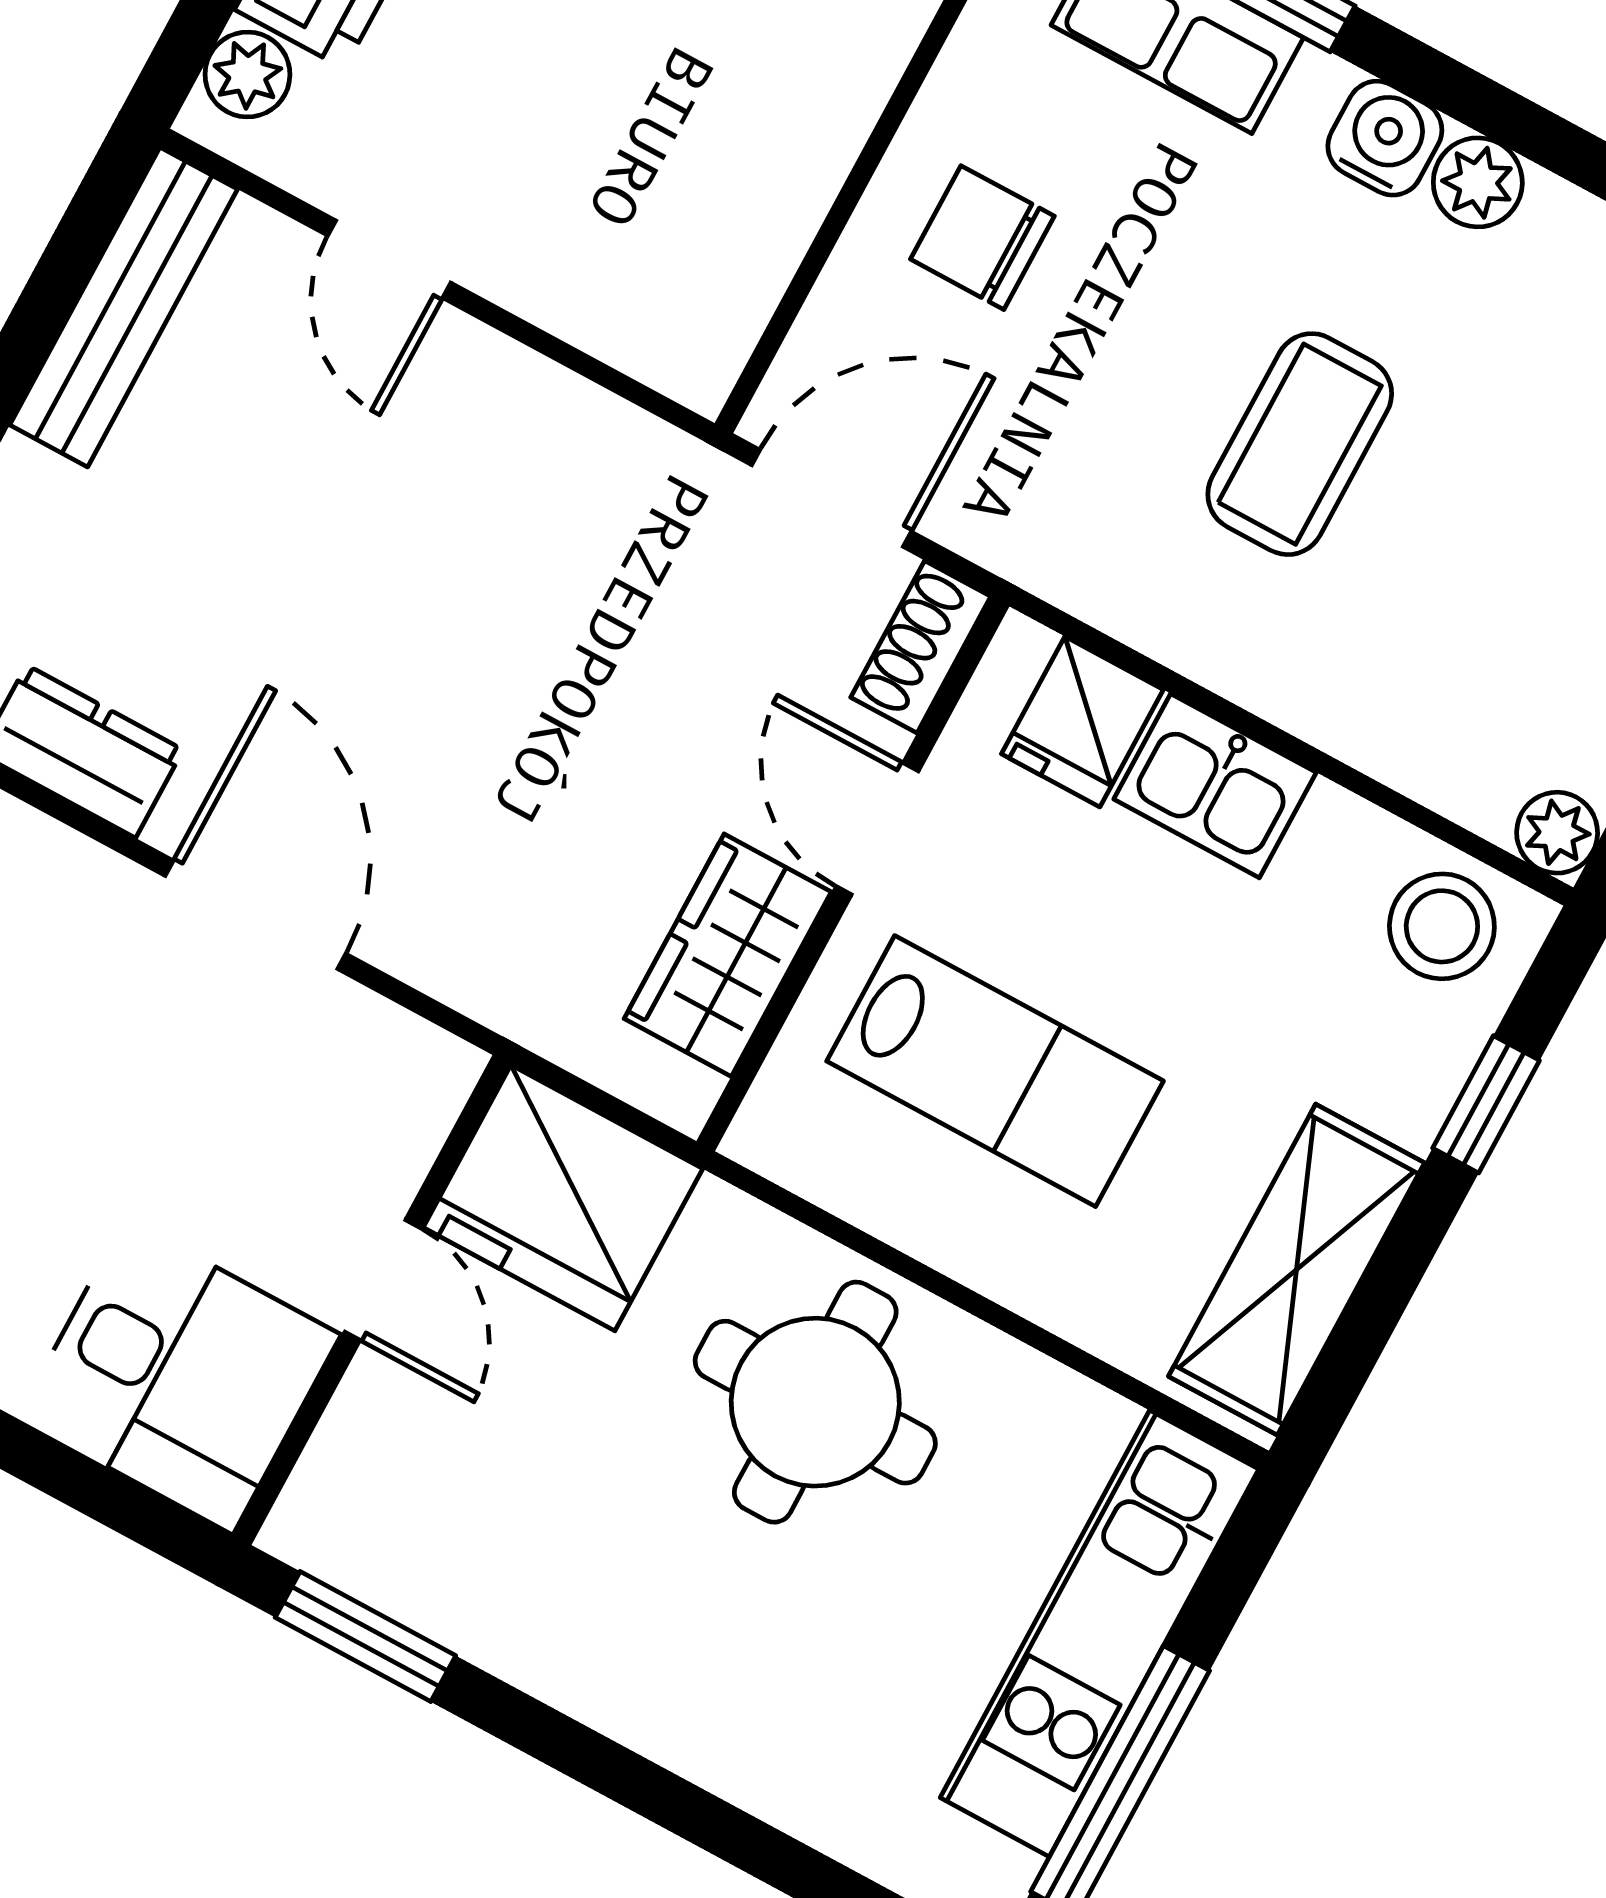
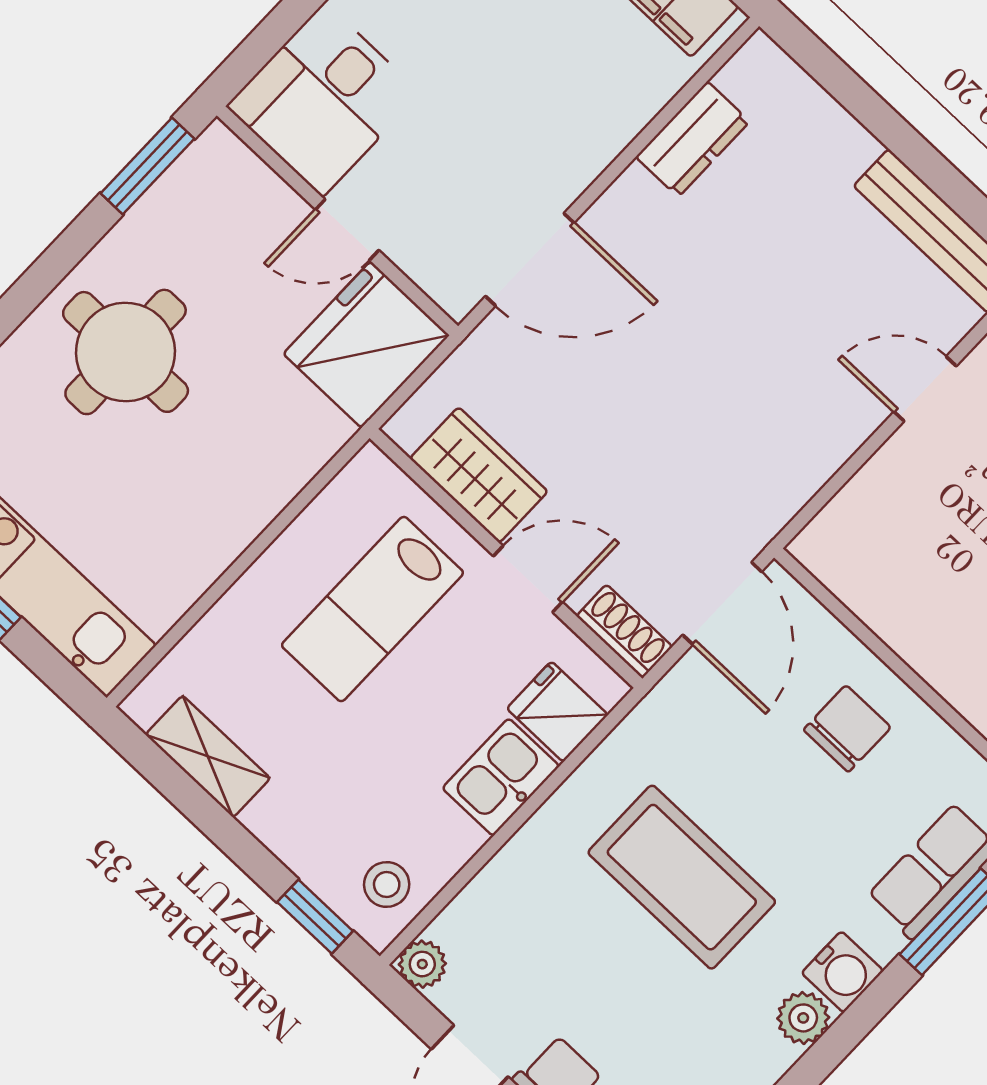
coffee table: (1300, 444) -> (682, 877), width x1.36, depth x1.32
door: (255, 915) -> (530, 260), moved
stool: (1442, 926) -> (387, 884), width x0.73, depth x0.73
window: (1486, 1104) -> (315, 917), moved
shelving: (1296, 1270) -> (208, 756), width x0.67, depth x0.75
round table: (815, 1402) -> (126, 352), moved

